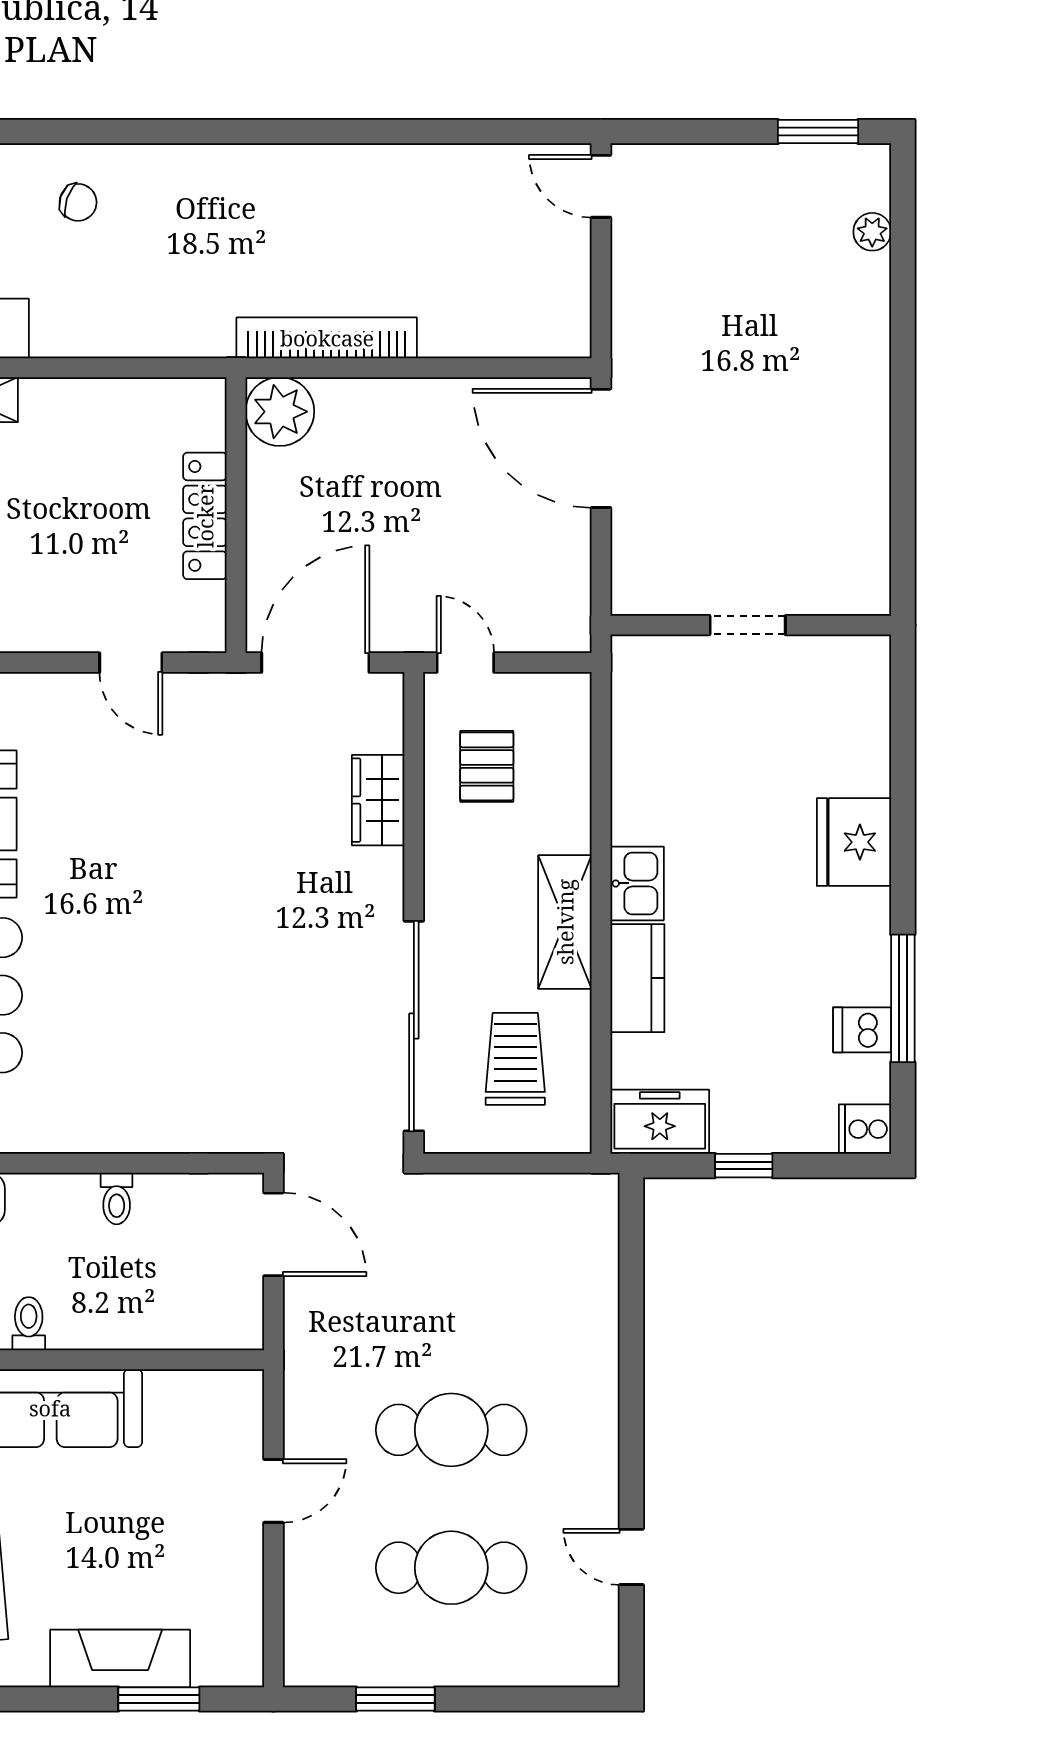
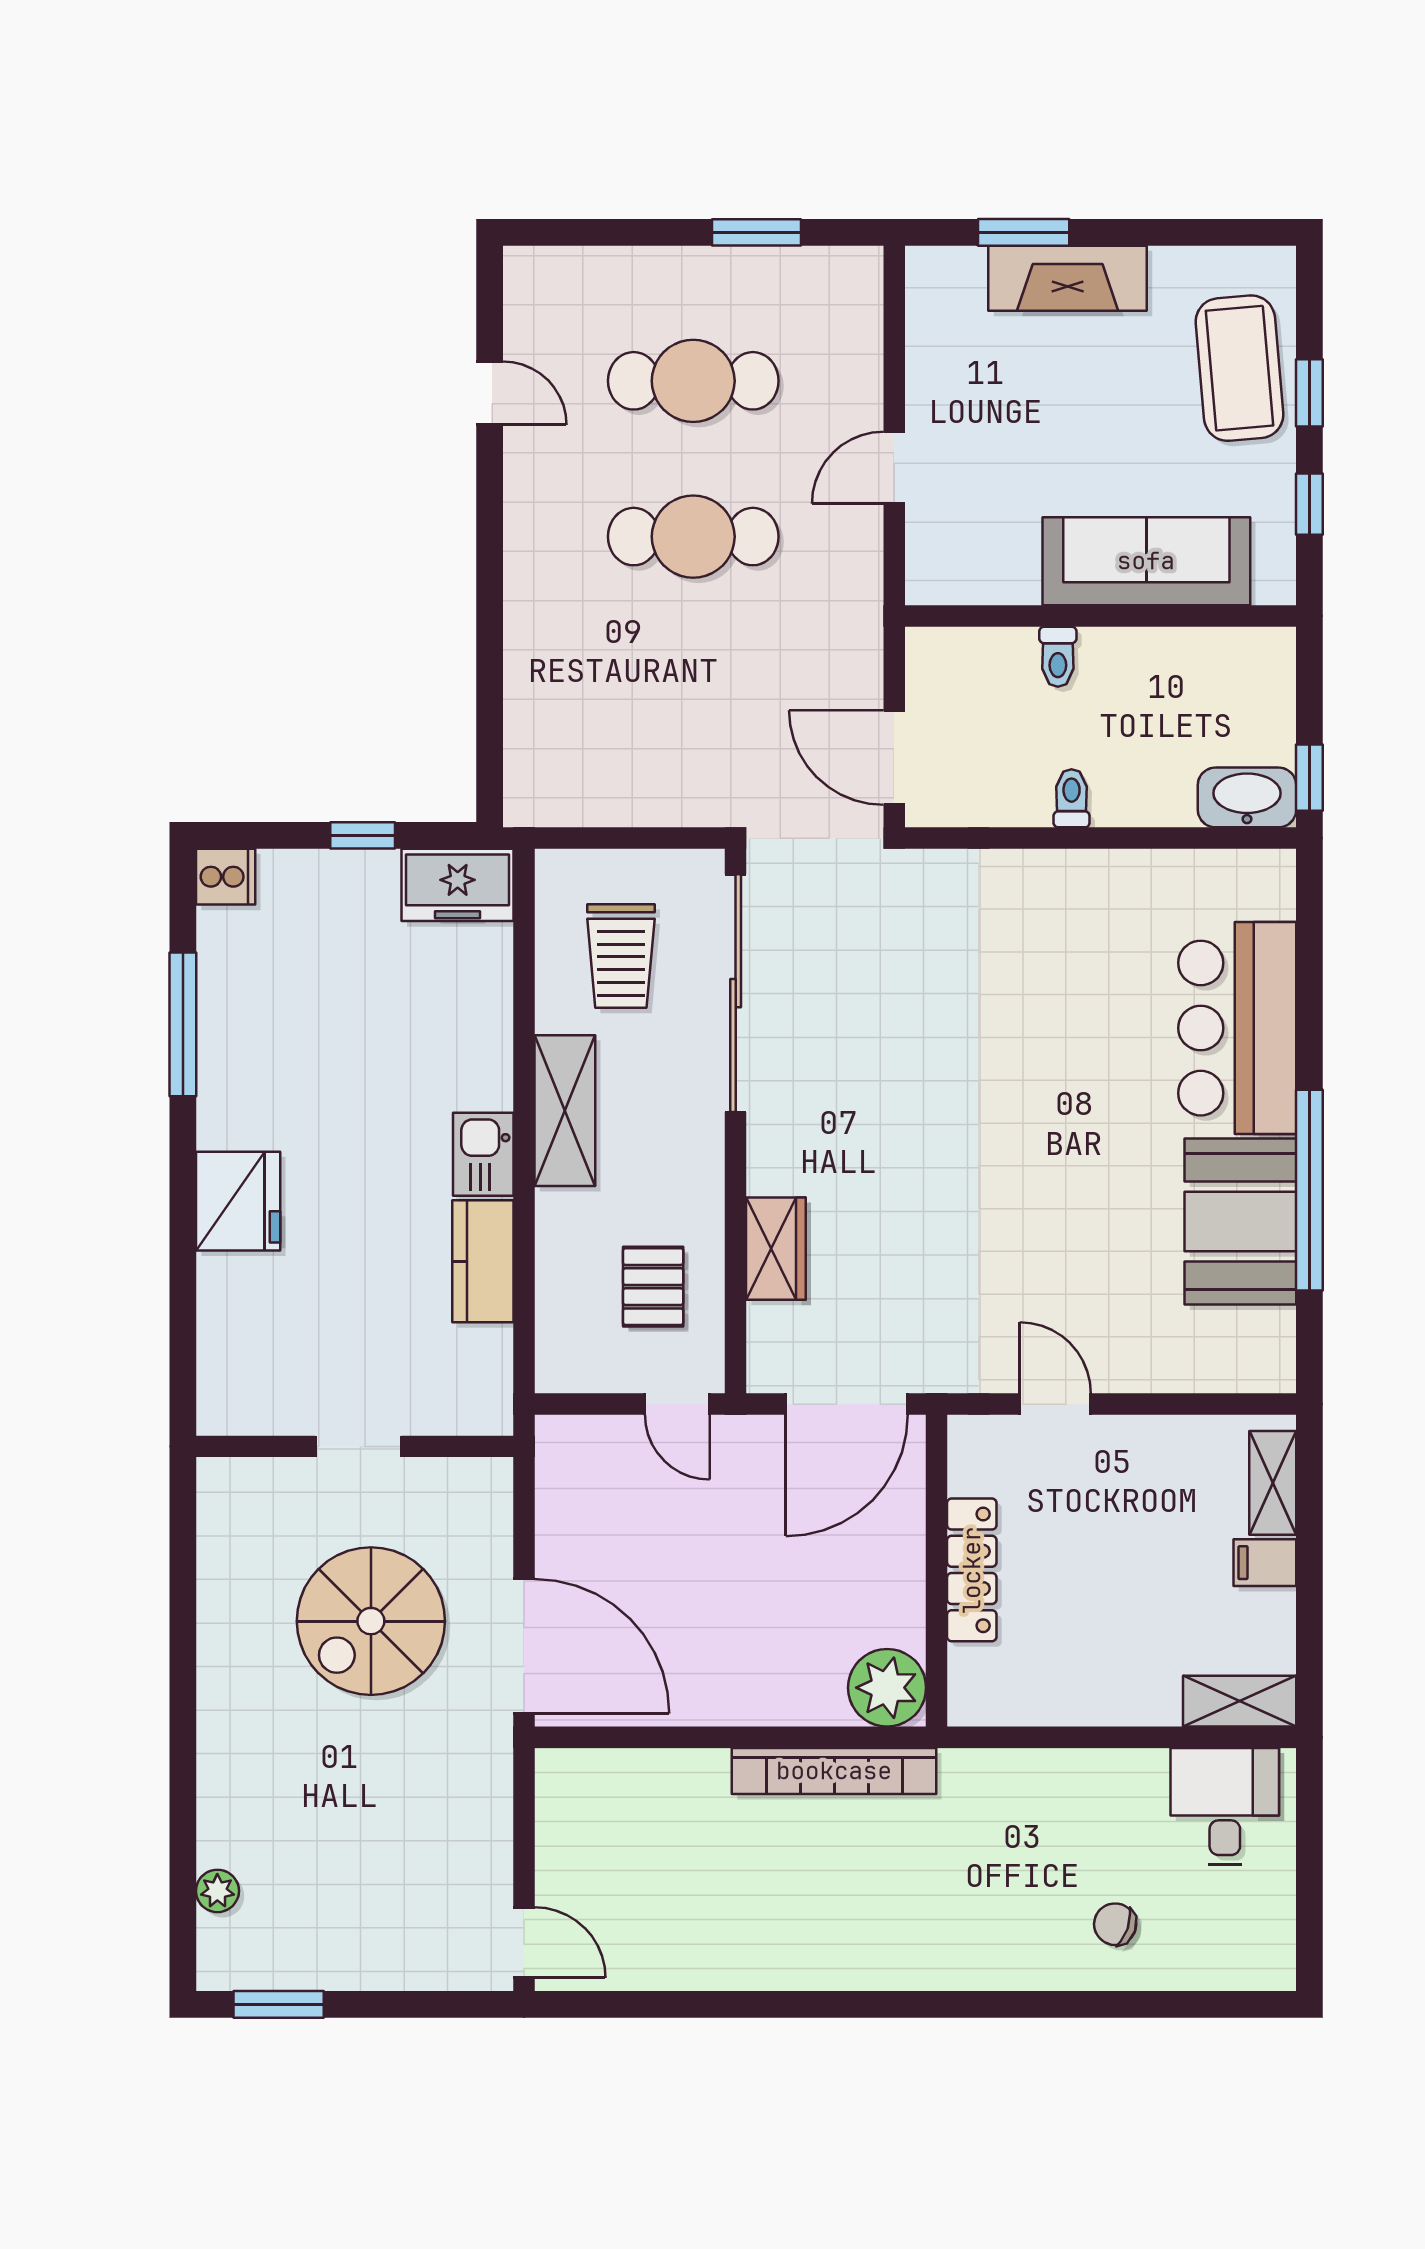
spiral stairs: (736, 471) -> (371, 1621), added
kitchen counter: (637, 978) -> (483, 1261), moved
dishwasher: (862, 1030) -> (229, 989), removed
toilet: (29, 1324) -> (1058, 657), moved

